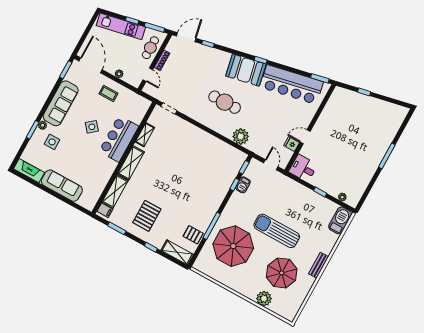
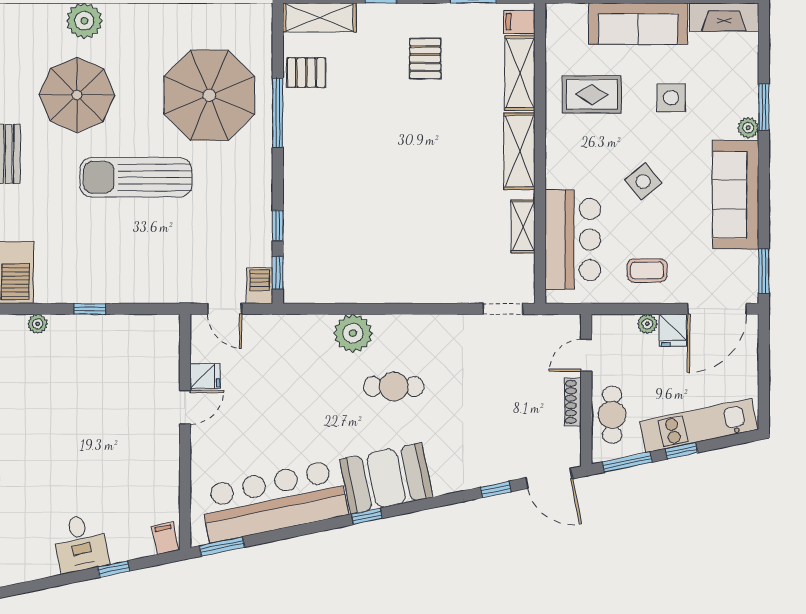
door: (186, 37) -> (549, 478), hinge flipped
door: (91, 65) -> (717, 309), hinge flipped
fridge: (111, 66) -> (673, 330), added
door: (148, 75) -> (586, 355), hinge flipped
filing cabinet: (339, 93) -> (165, 538), added
cafe table: (225, 102) -> (394, 387), width x0.73, depth x0.74
plant: (241, 136) -> (353, 333), moved
bar counter: (119, 139) -> (573, 240), moved
side table: (52, 142) -> (671, 98), moved
desk: (303, 168) -> (80, 543), moved, turned 78
rug: (93, 169) -> (592, 94), added
barbecue: (243, 185) -> (260, 286), moved
pallet: (147, 216) -> (425, 59), width x0.67, depth x0.71
sun lounger: (277, 231) -> (136, 177), turned 180

